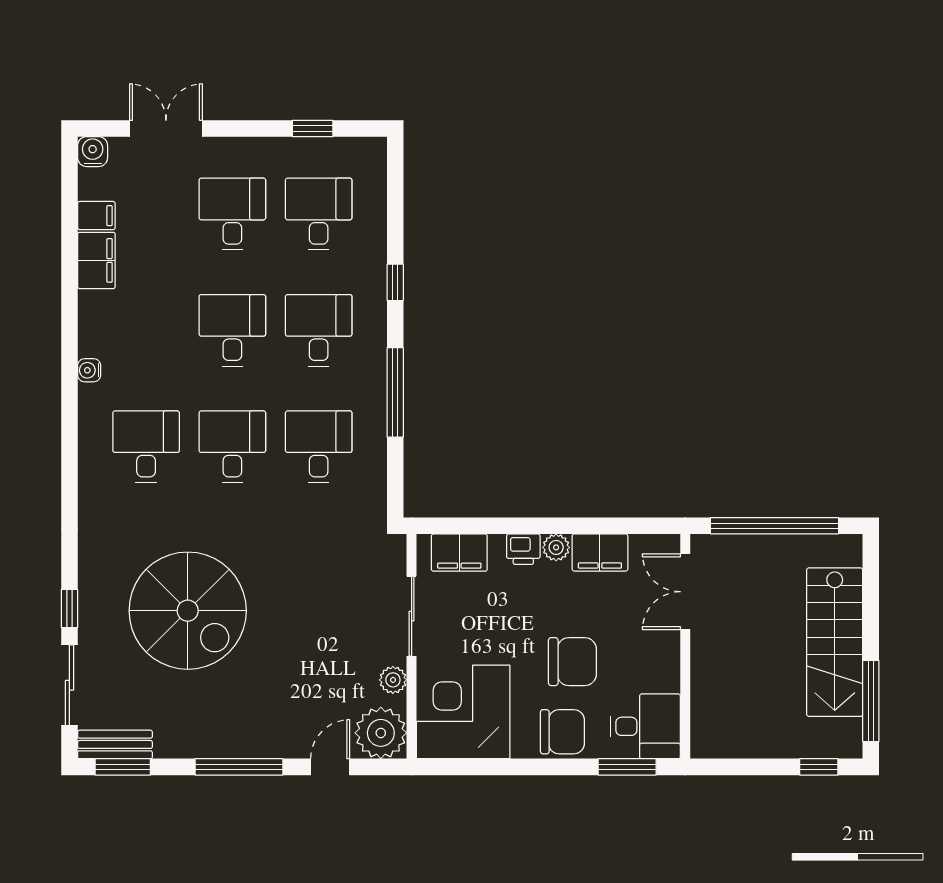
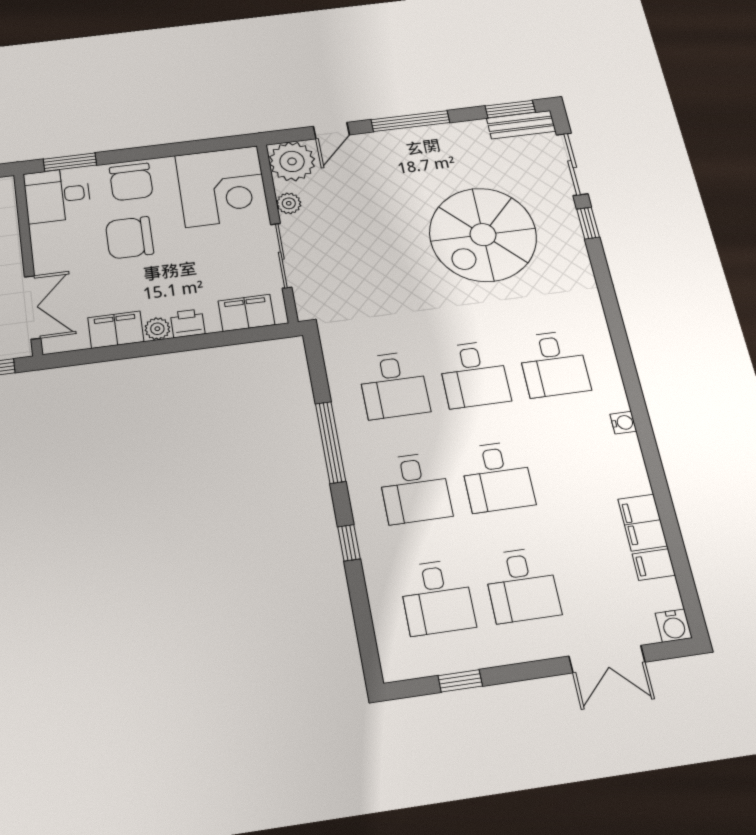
spiral stairs: (188, 611) -> (483, 235), turned -90
chair: (562, 732) -> (131, 182), turned -90

